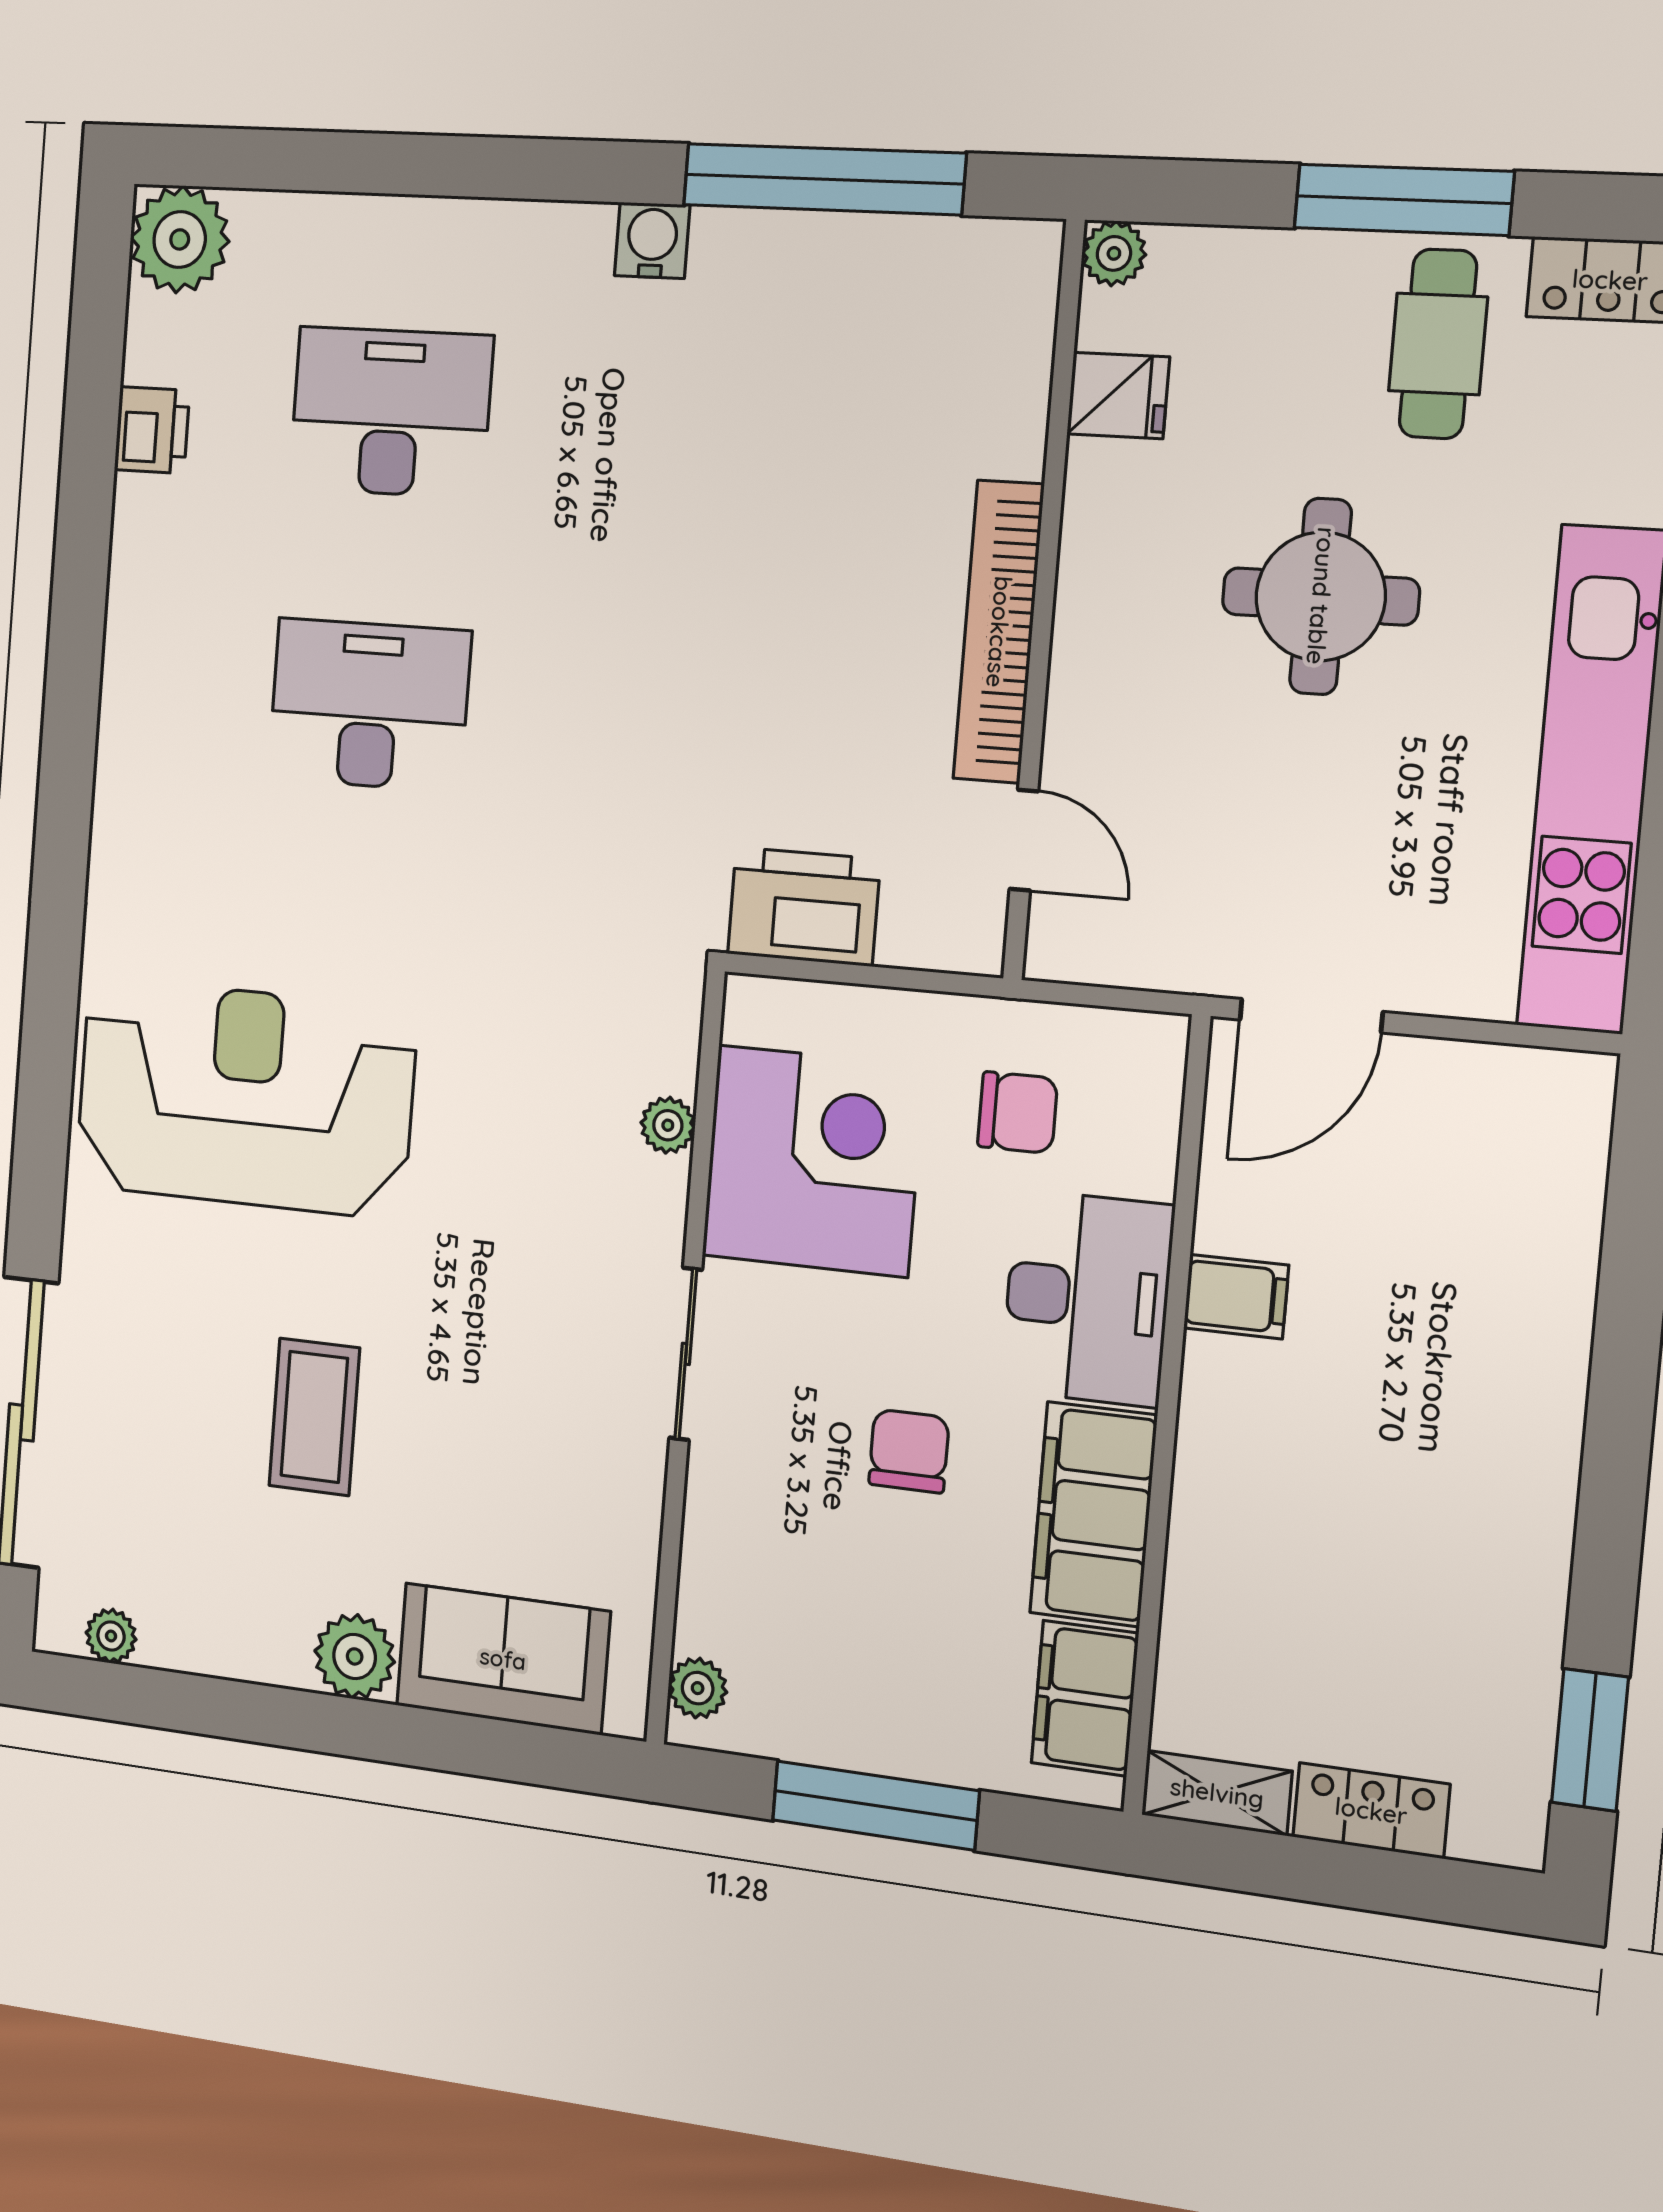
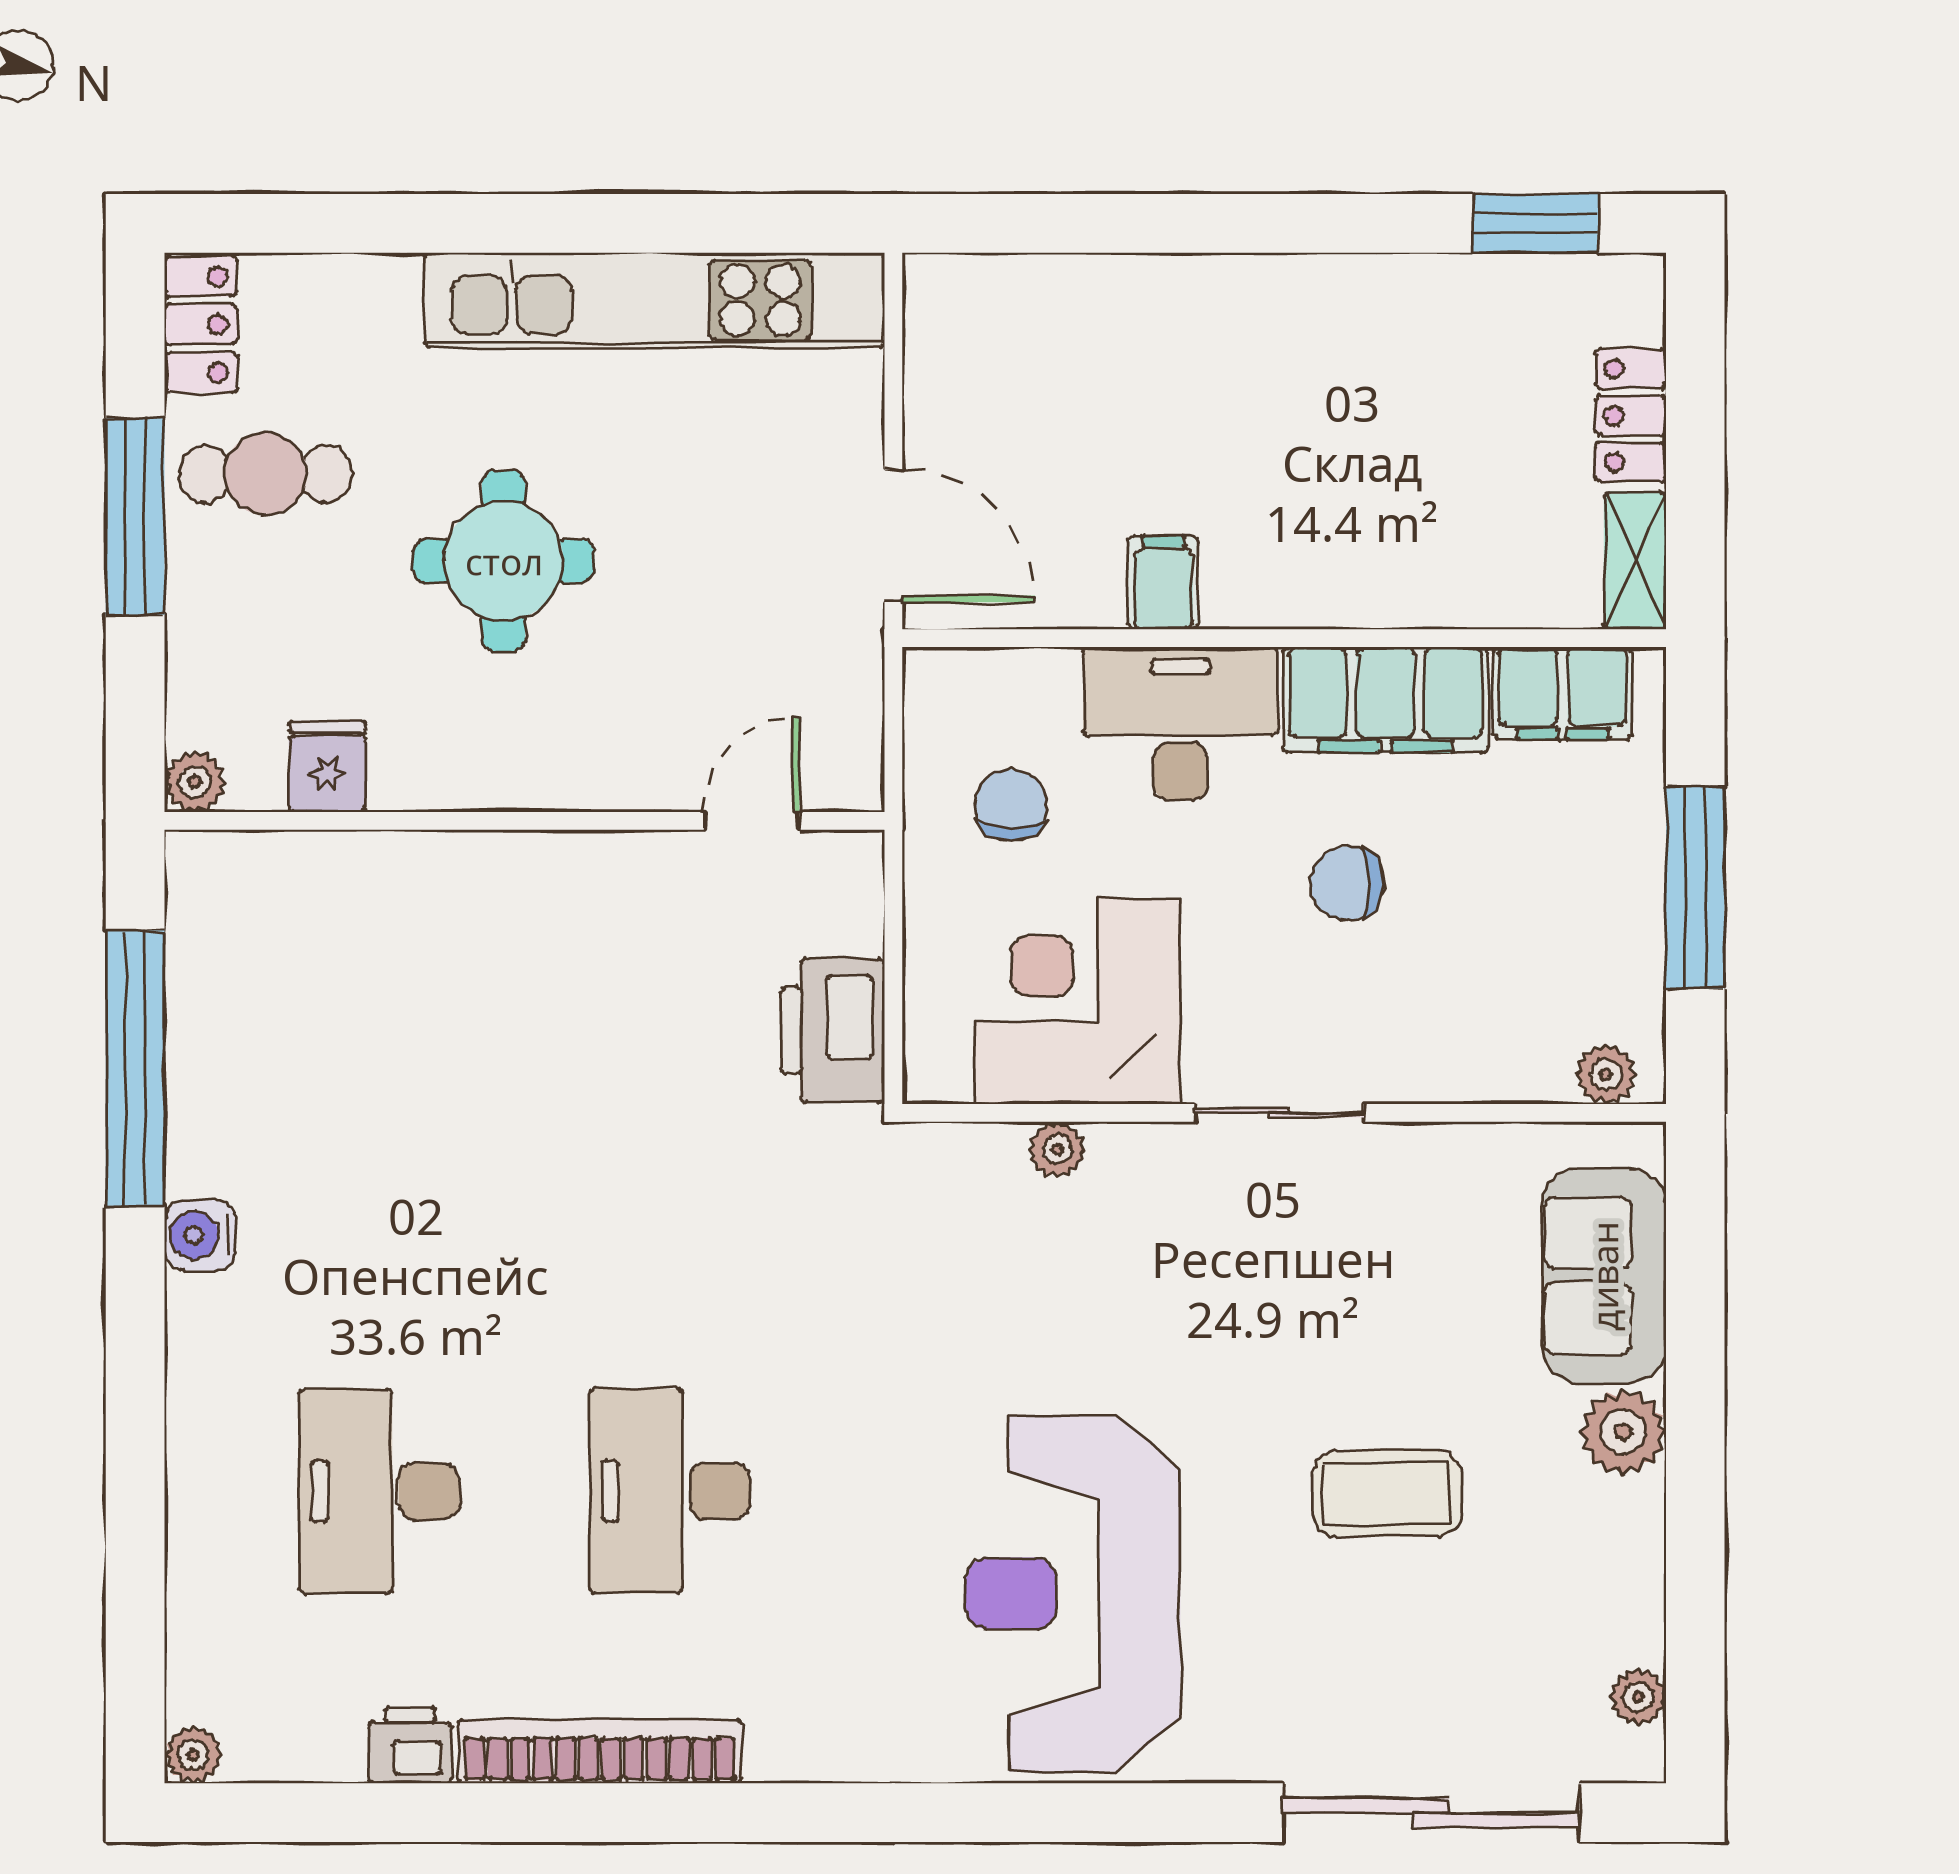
plant: (180, 239) -> (193, 1755), width x0.53, depth x0.53
bookcase: (999, 632) -> (600, 1751), moved, turned 180

